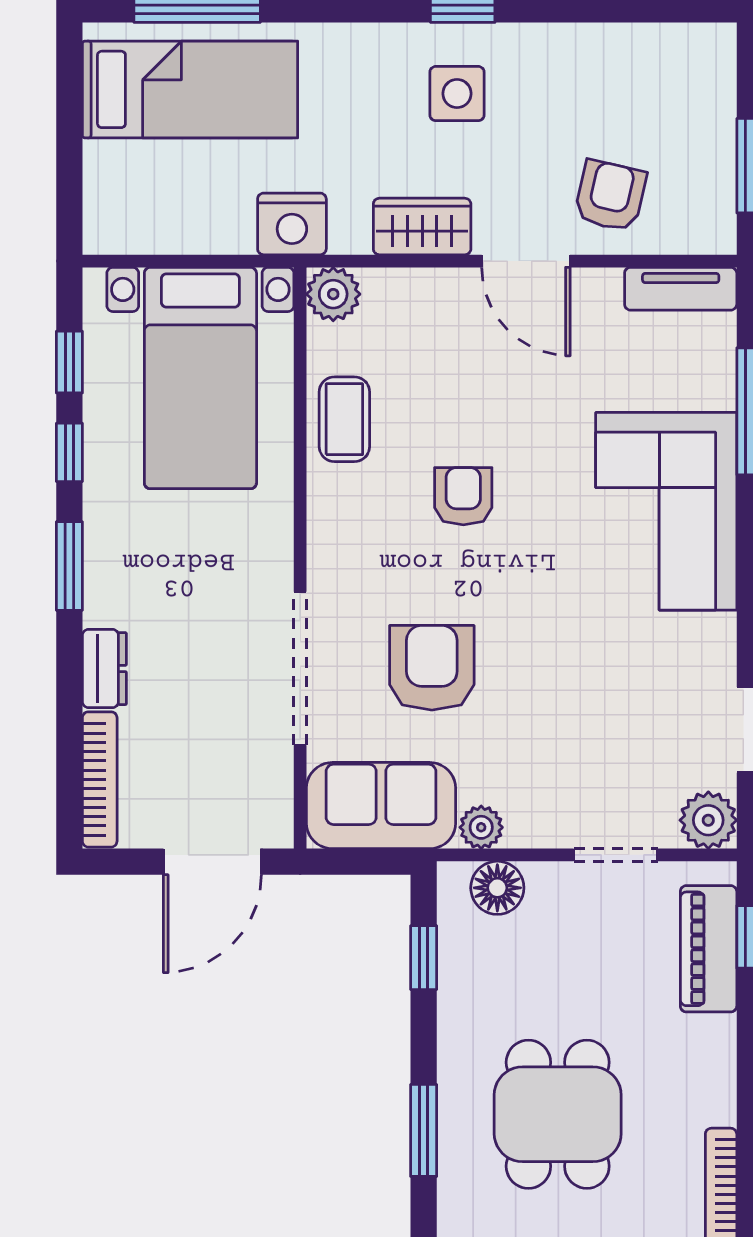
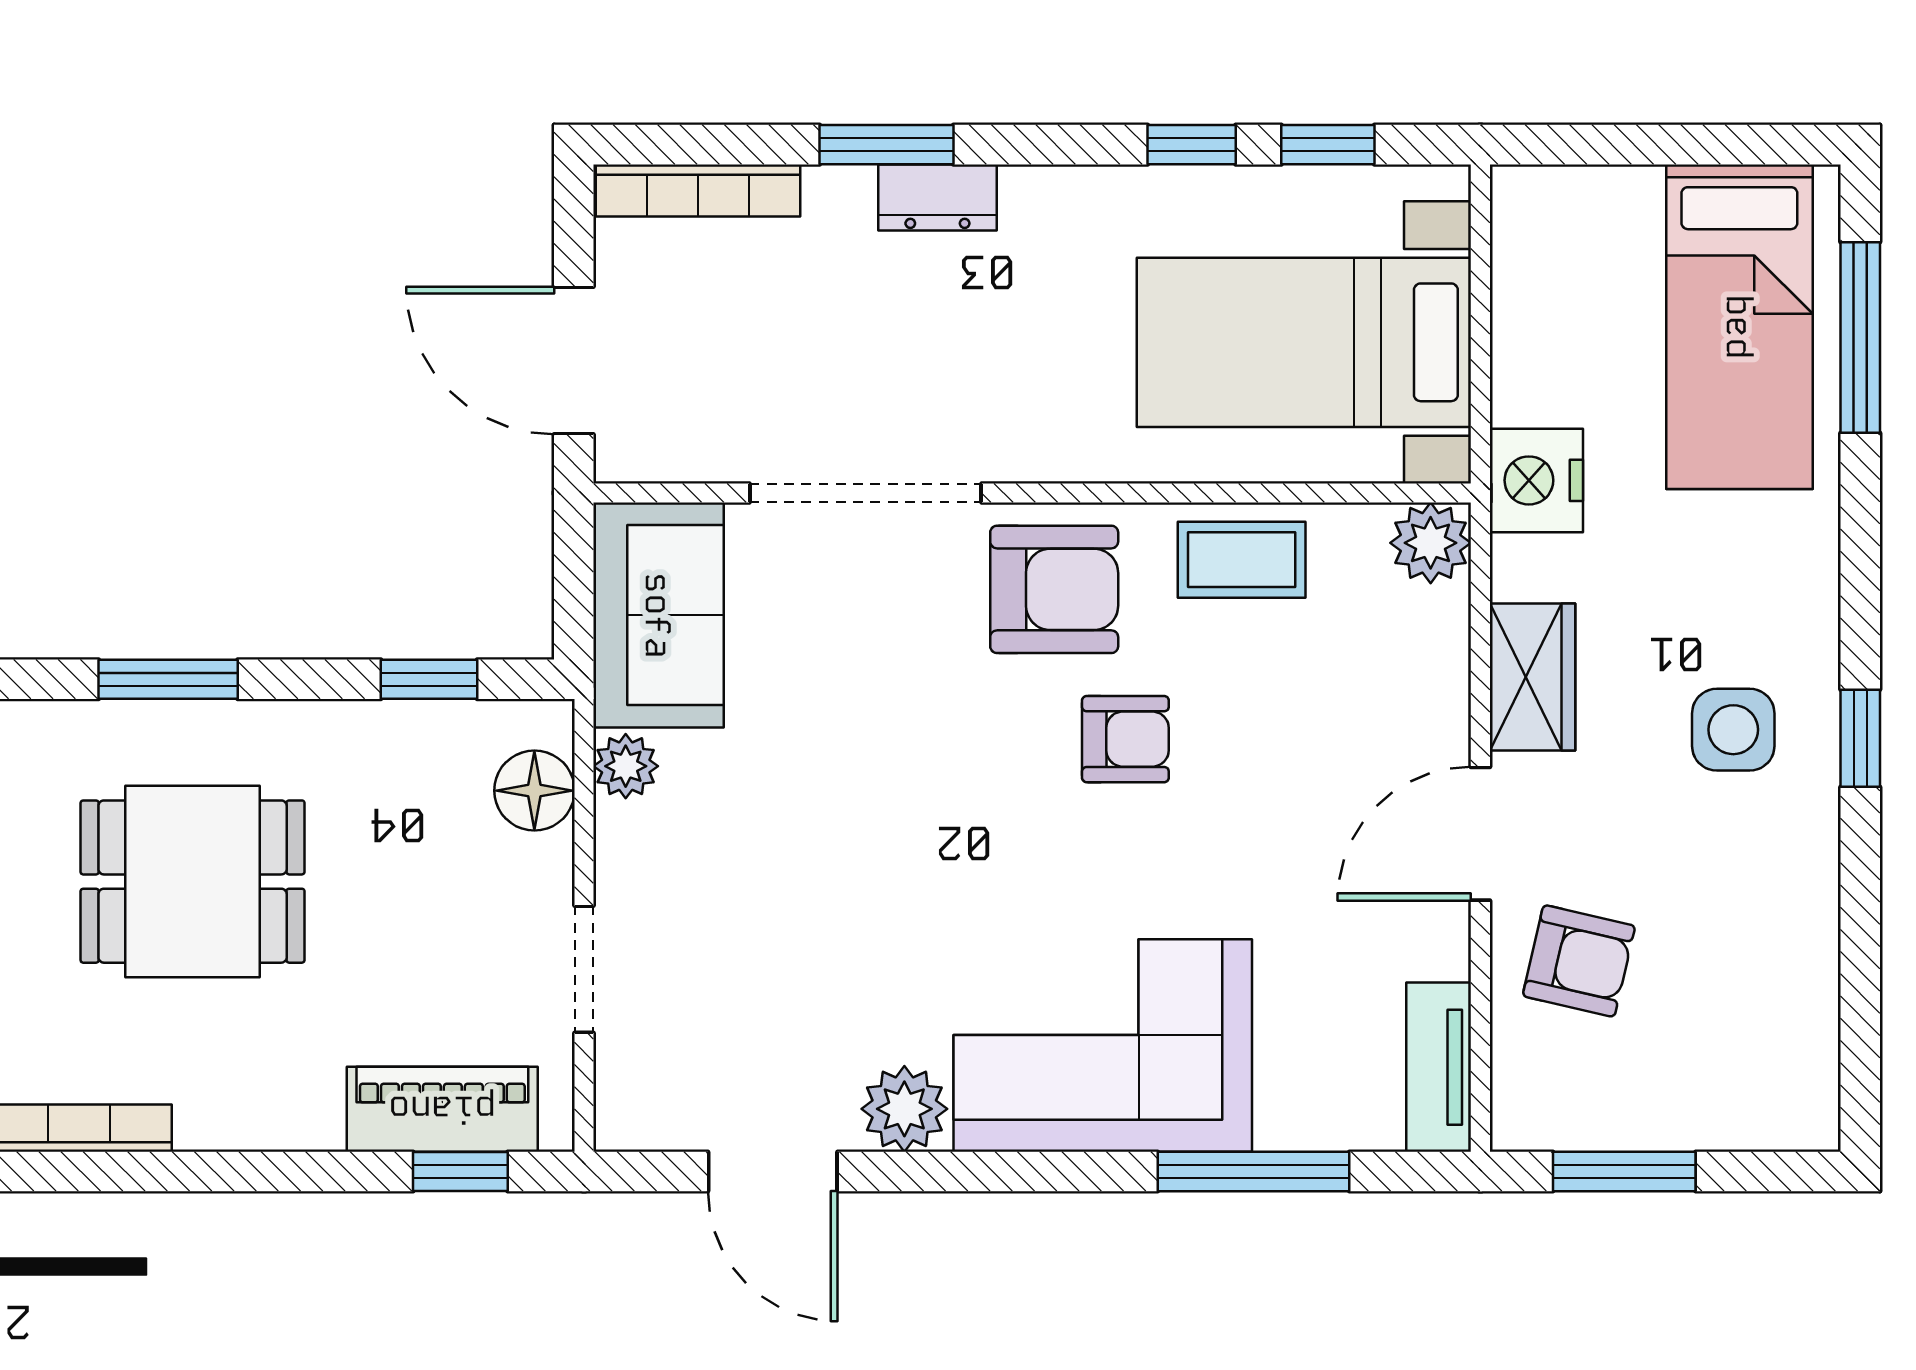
window: (69, 566) -> (886, 145), moved
armchair: (432, 668) -> (1054, 589), moved
dresser: (104, 669) -> (937, 197), moved
plant: (708, 820) -> (904, 1109), moved

